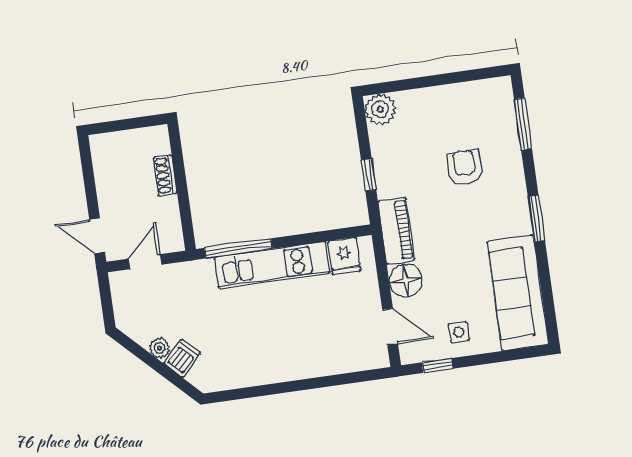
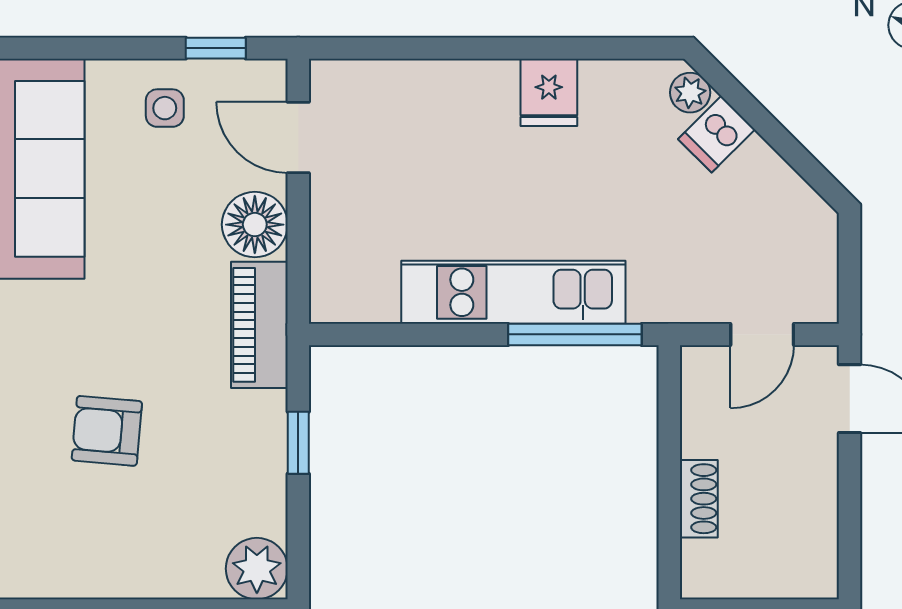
armchair: (465, 167) -> (107, 431), turned 95
fridge: (344, 256) -> (549, 92), moved, turned 180
plant: (160, 348) -> (690, 93), moved

